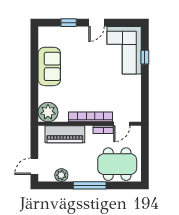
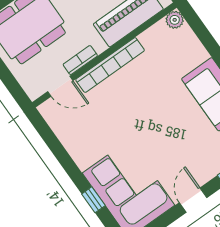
plant: (48, 112) -> (175, 20), width x0.53, depth x0.53
door: (122, 124) -> (60, 86), swing flipped

